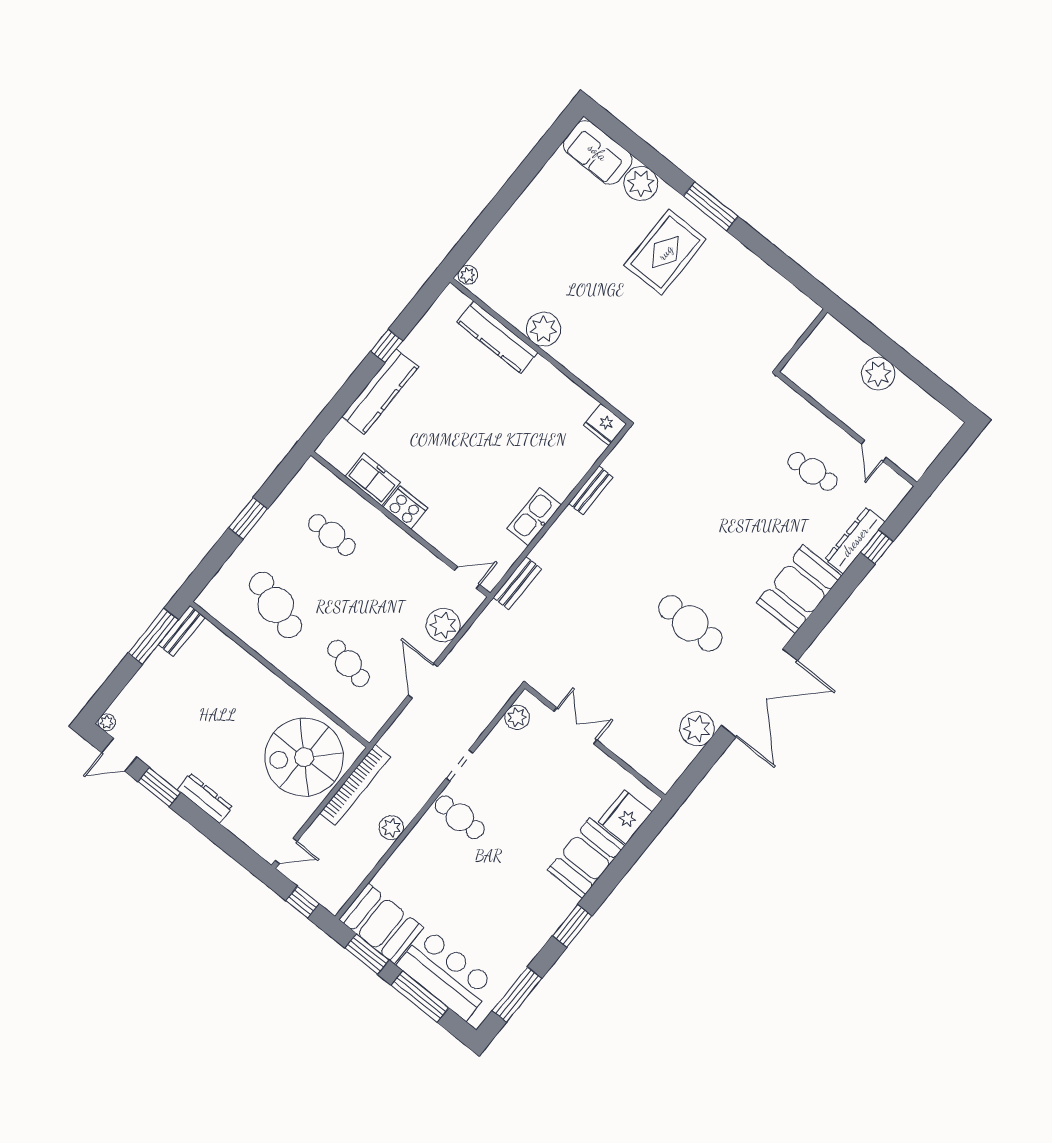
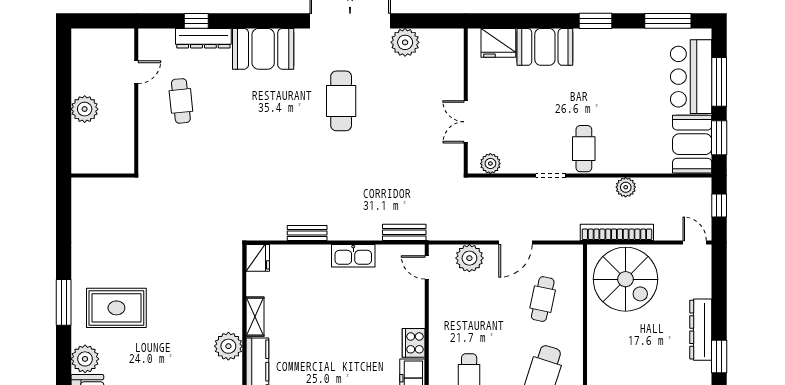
shelving: (551, 377) -> (255, 317), added
dresser: (205, 798) -> (701, 330), width x1.37, depth x1.24

